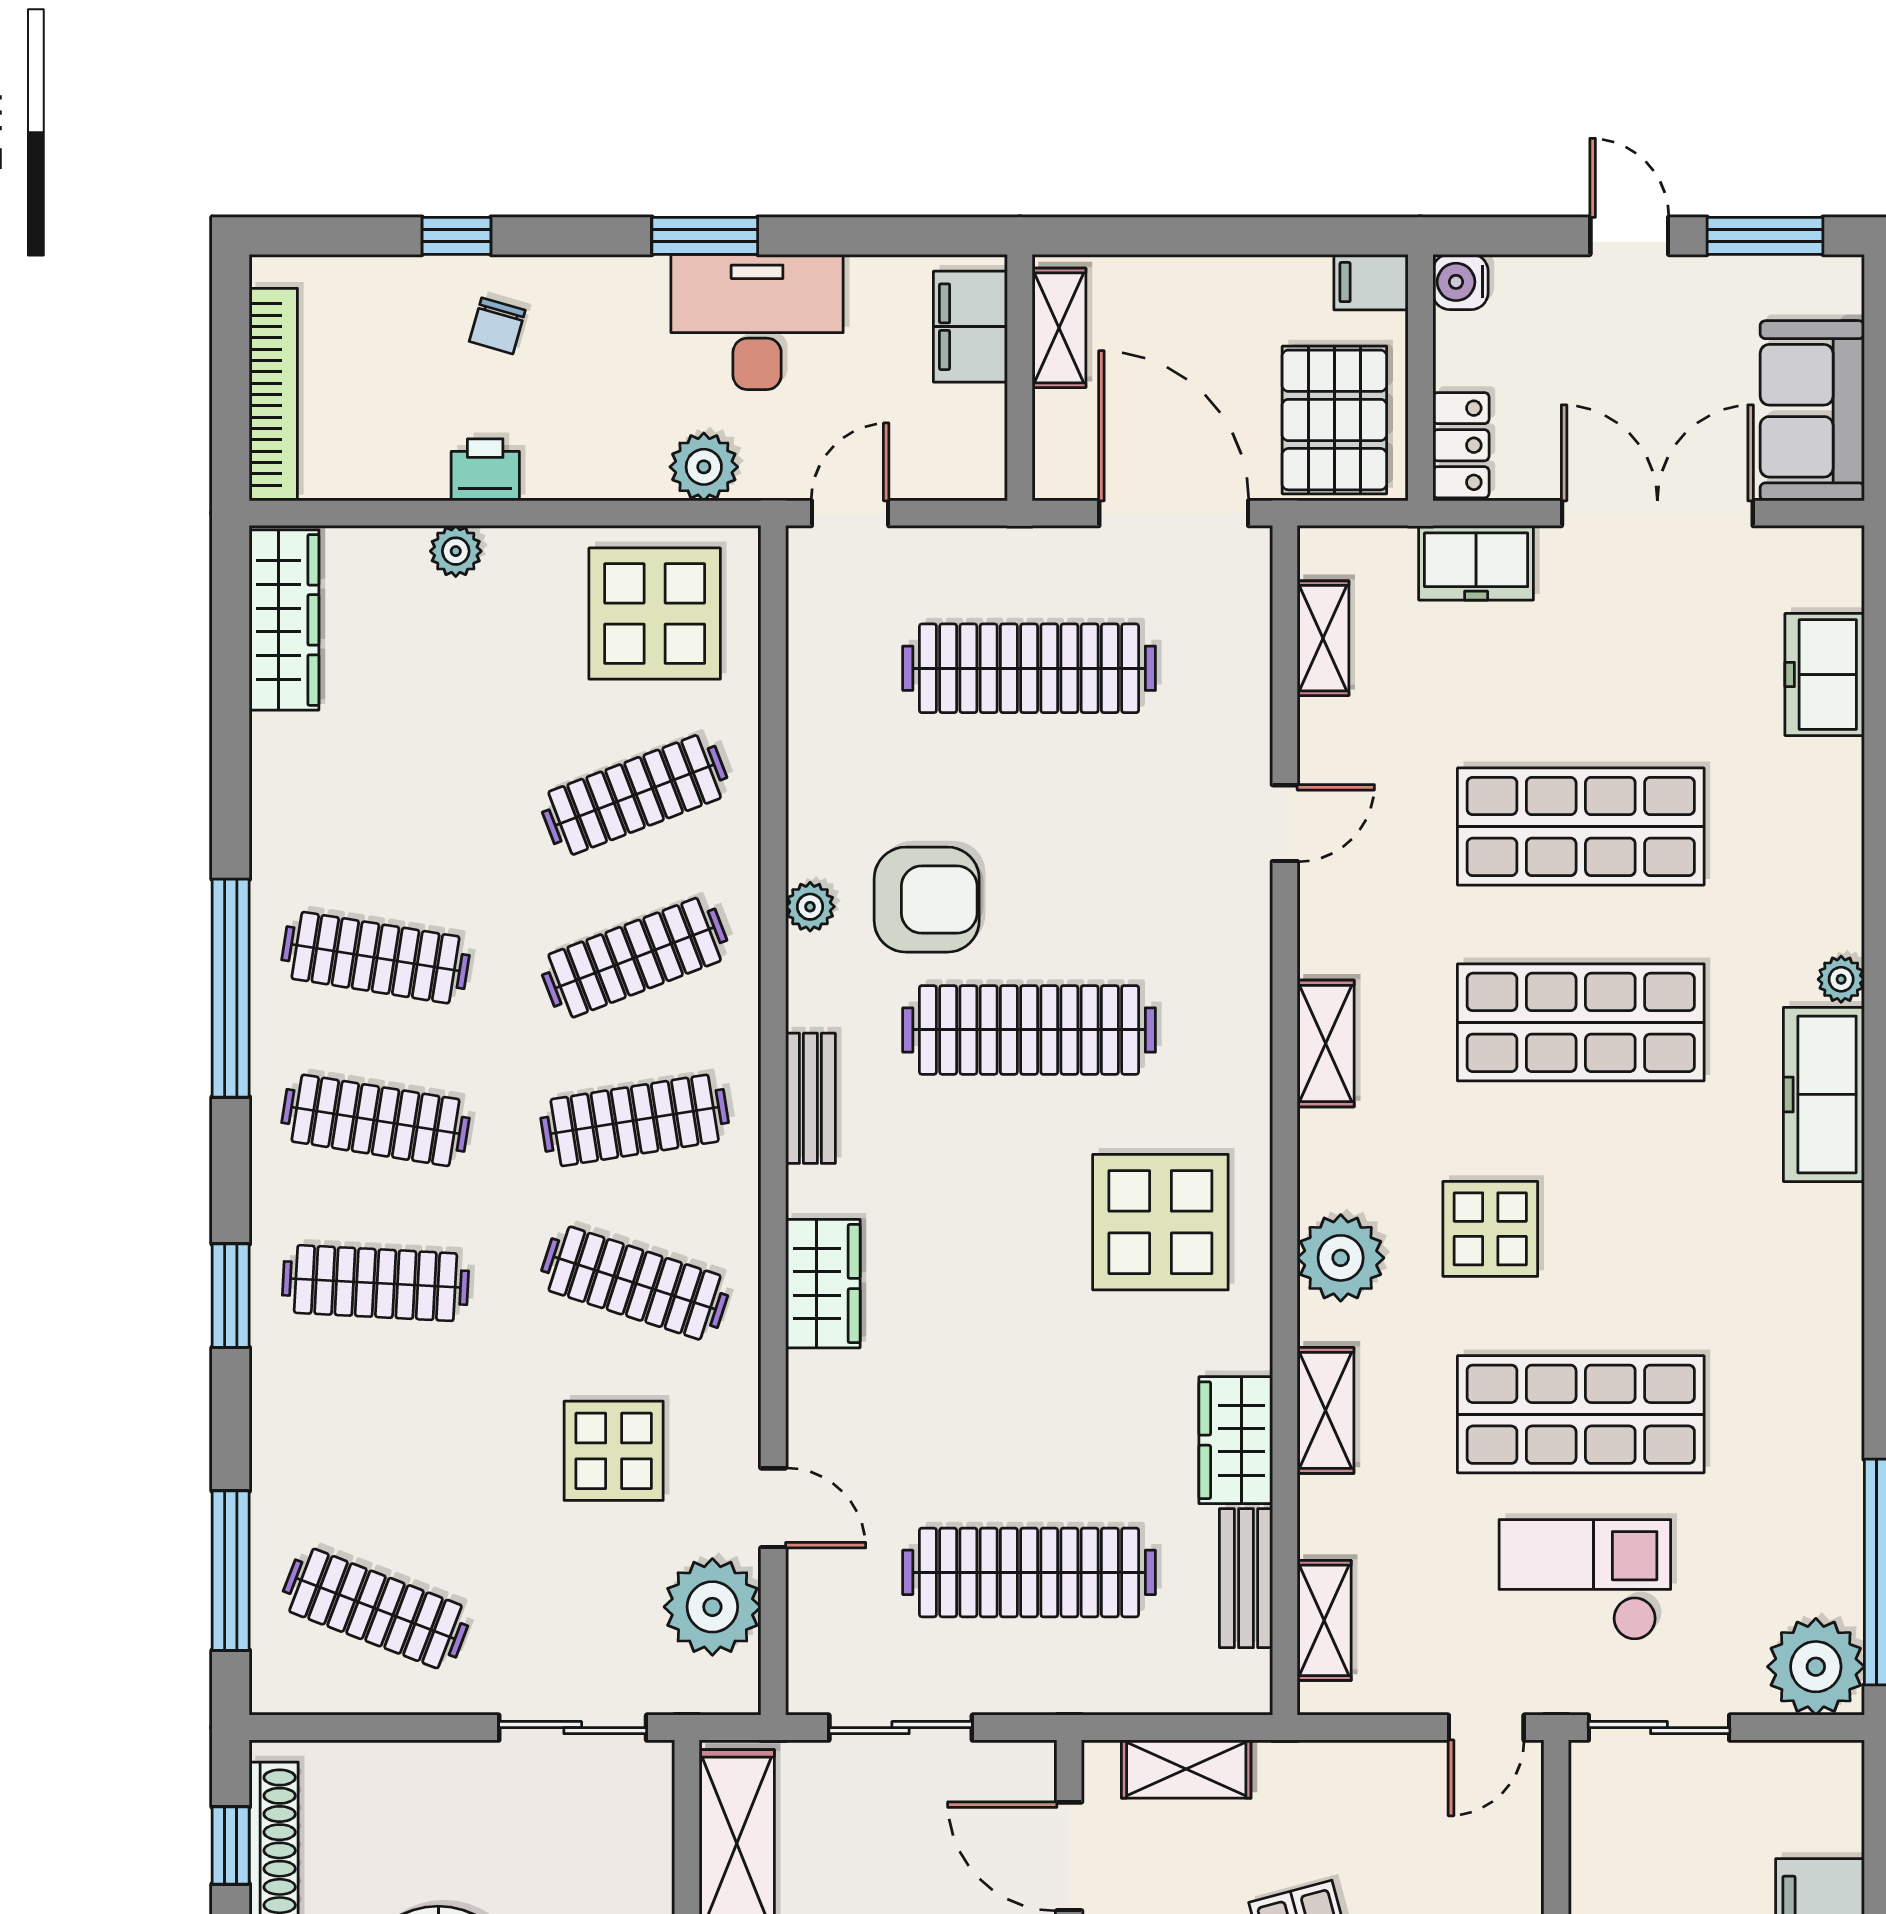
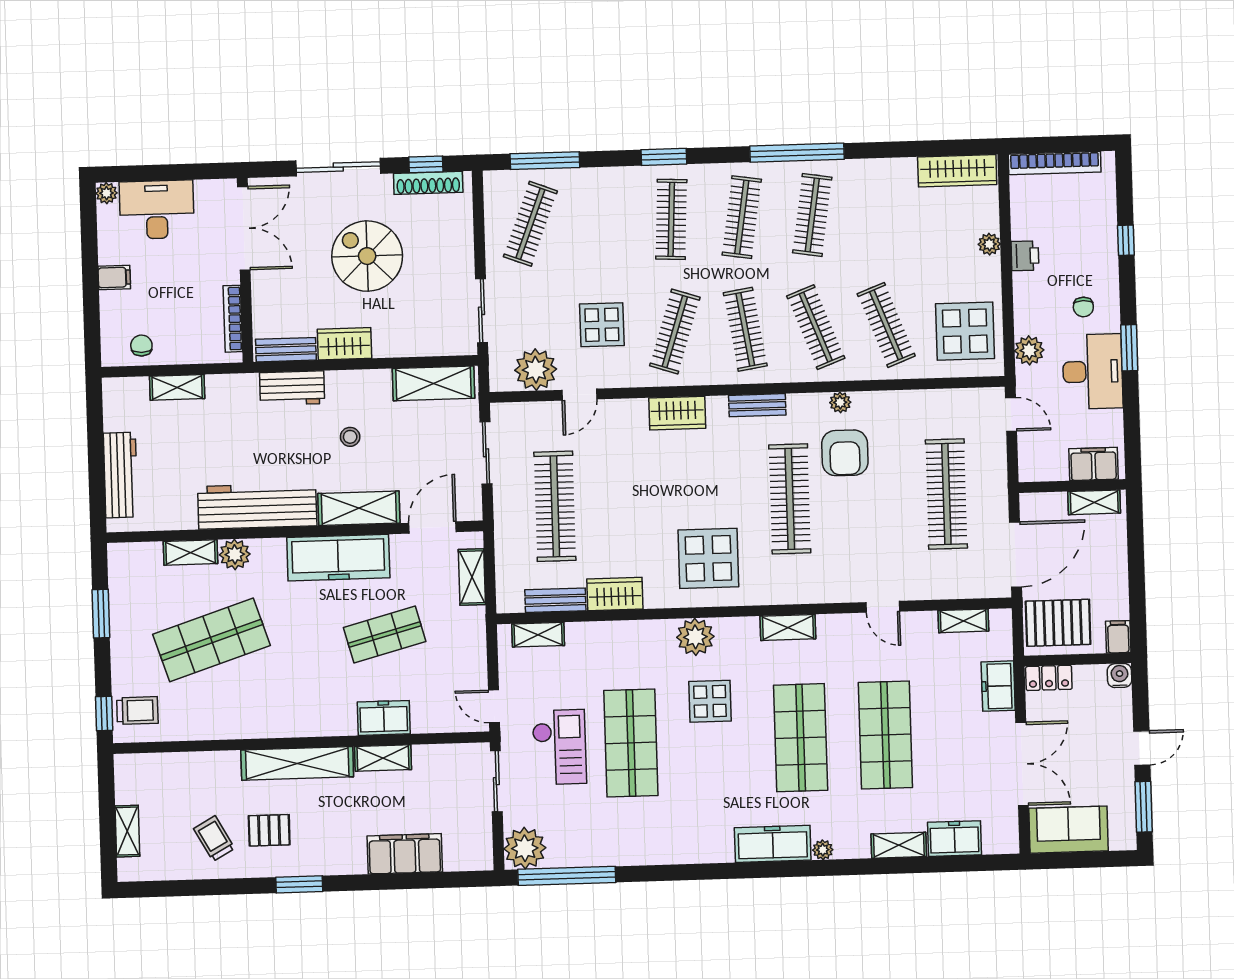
chair: (497, 326) -> (1083, 307), moved, turned -106
shelving: (1326, 1410) -> (899, 845), moved

